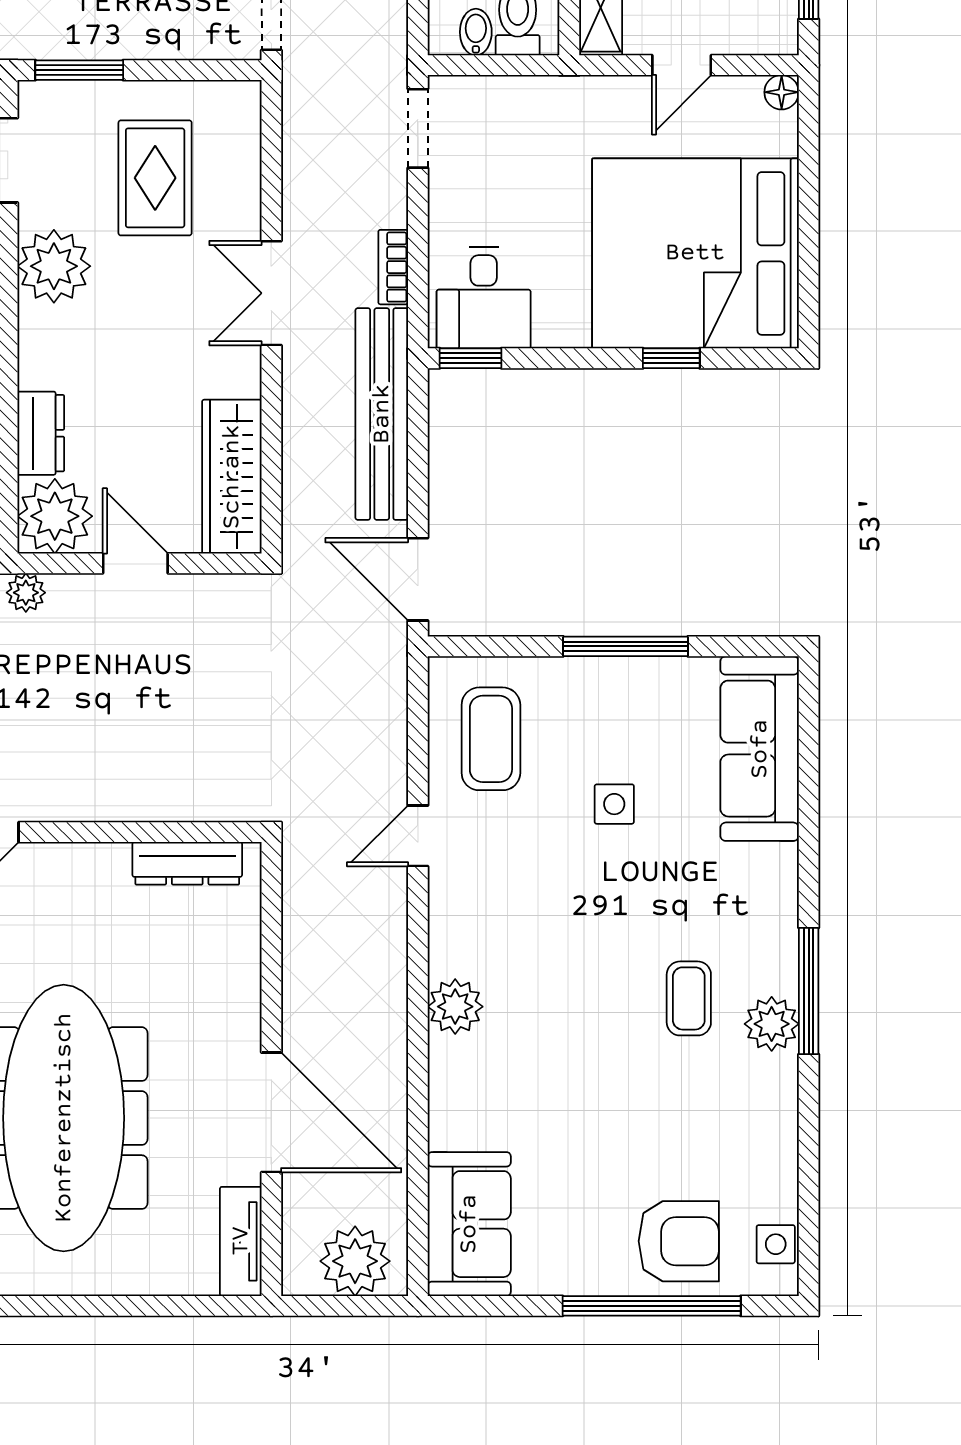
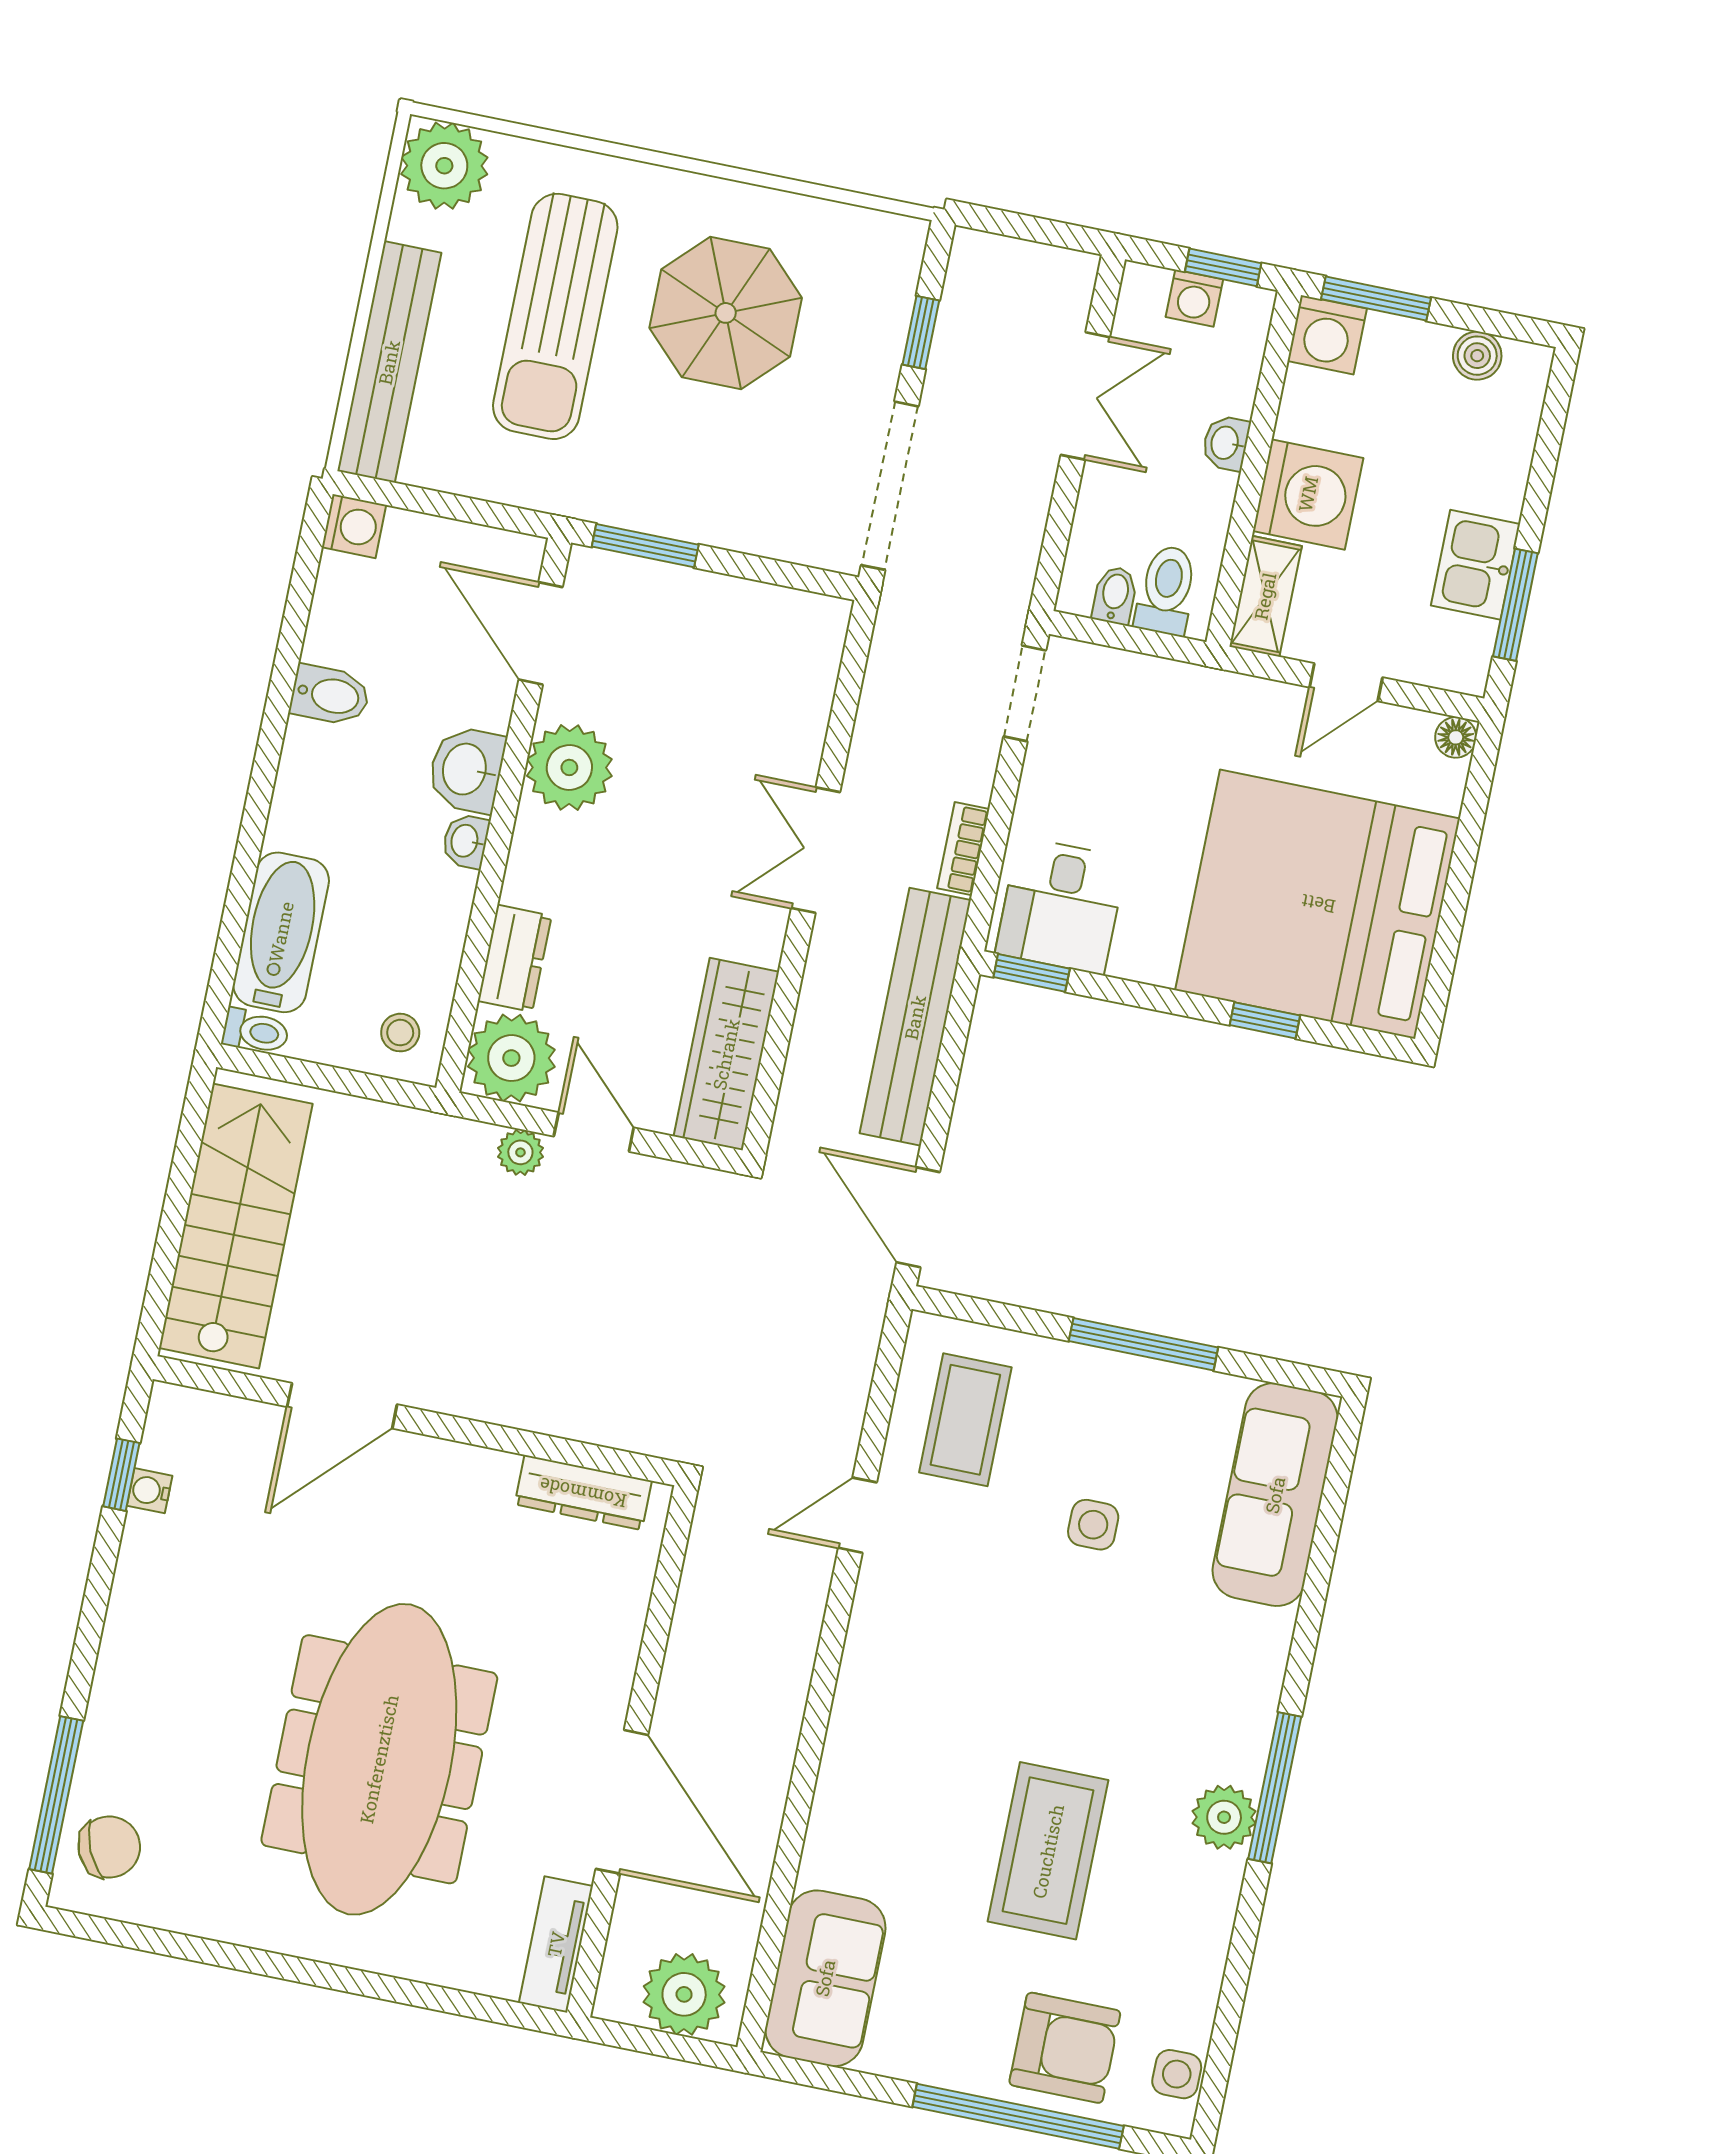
rug: (155, 178) -> (708, 689), removed
plant: (26, 593) -> (520, 1152), moved
coffee table: (689, 998) -> (1048, 1851), moved, width x1.86, depth x1.72
plant: (455, 1007) -> (861, 1722), removed

